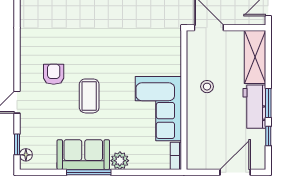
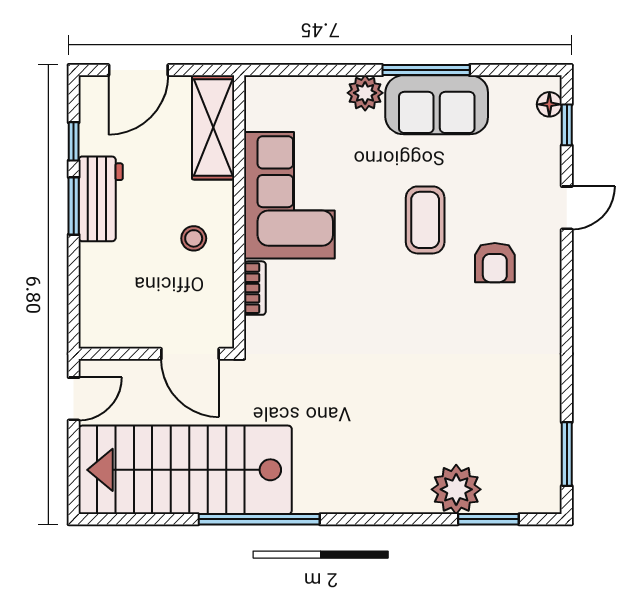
shelving: (255, 57) -> (213, 127), moved
bookcase: (176, 156) -> (255, 288), moved

